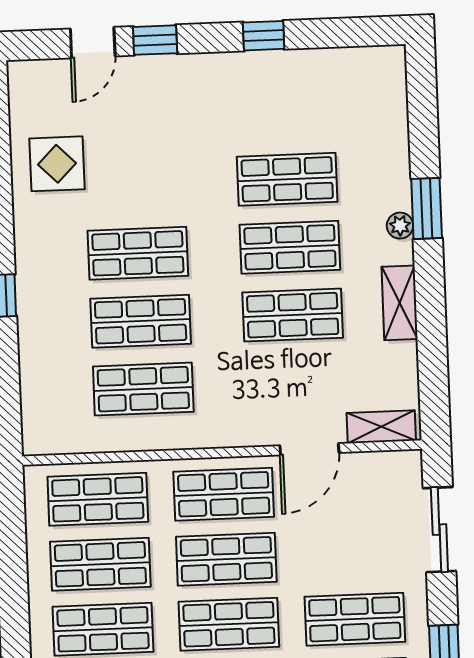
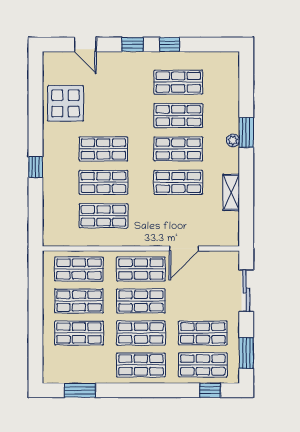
window: (155, 40) -> (133, 44), moved
door: (93, 43) -> (85, 44), hinge flipped
shop shelf: (284, 111) -> (178, 82), added
display table: (57, 164) -> (66, 103), width x1.36, depth x1.36
shelving: (400, 303) -> (231, 192), moved
shelving: (381, 427) -> (220, 239), removed

